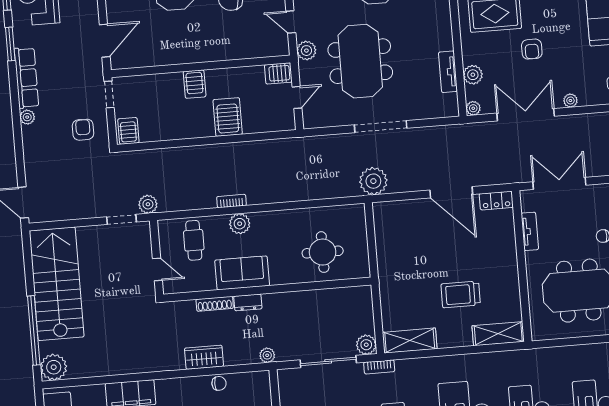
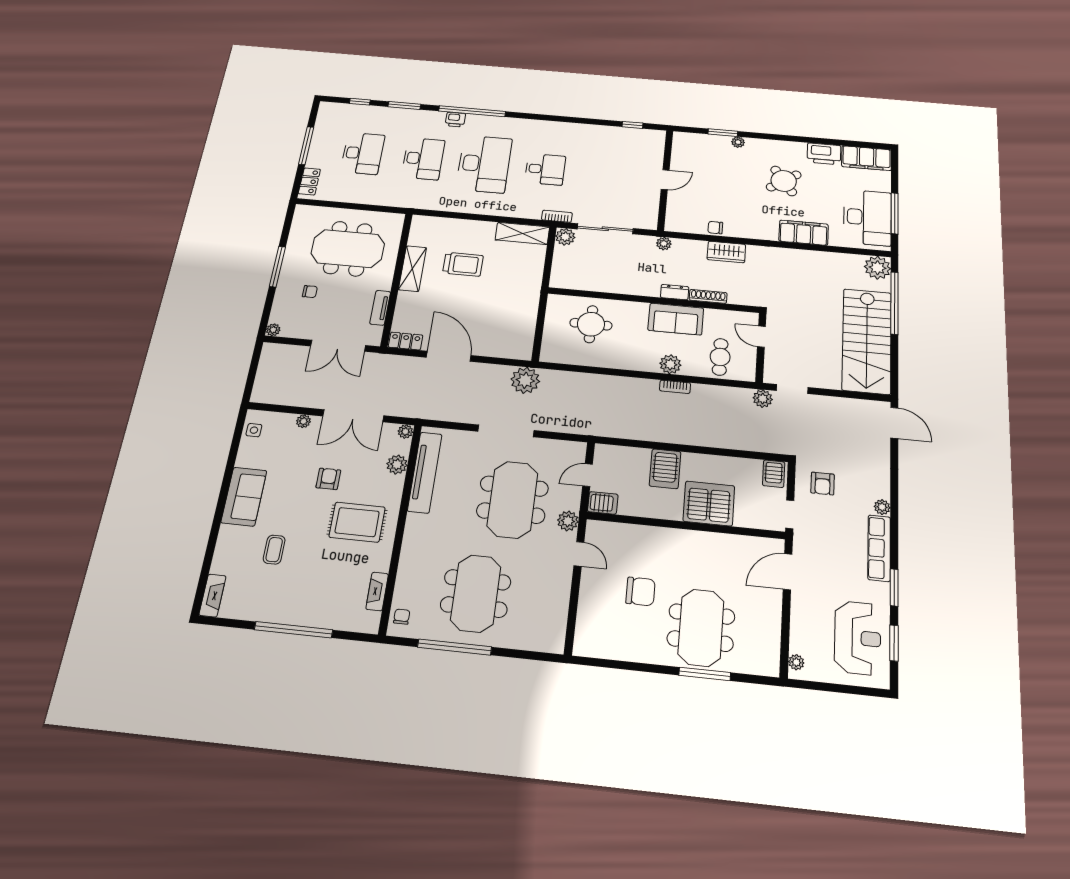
tv unit: (448, 72) -> (425, 472), width x1.92, depth x1.29
server rack: (195, 84) -> (709, 503), width x2.18, depth x1.44
shelving: (498, 334) -> (412, 269), moved, turned 90

